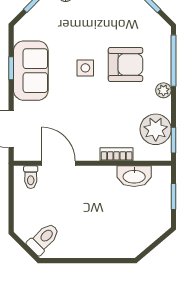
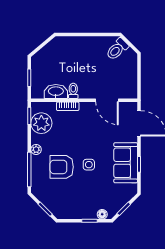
toilet: (31, 177) -> (73, 91), moved

